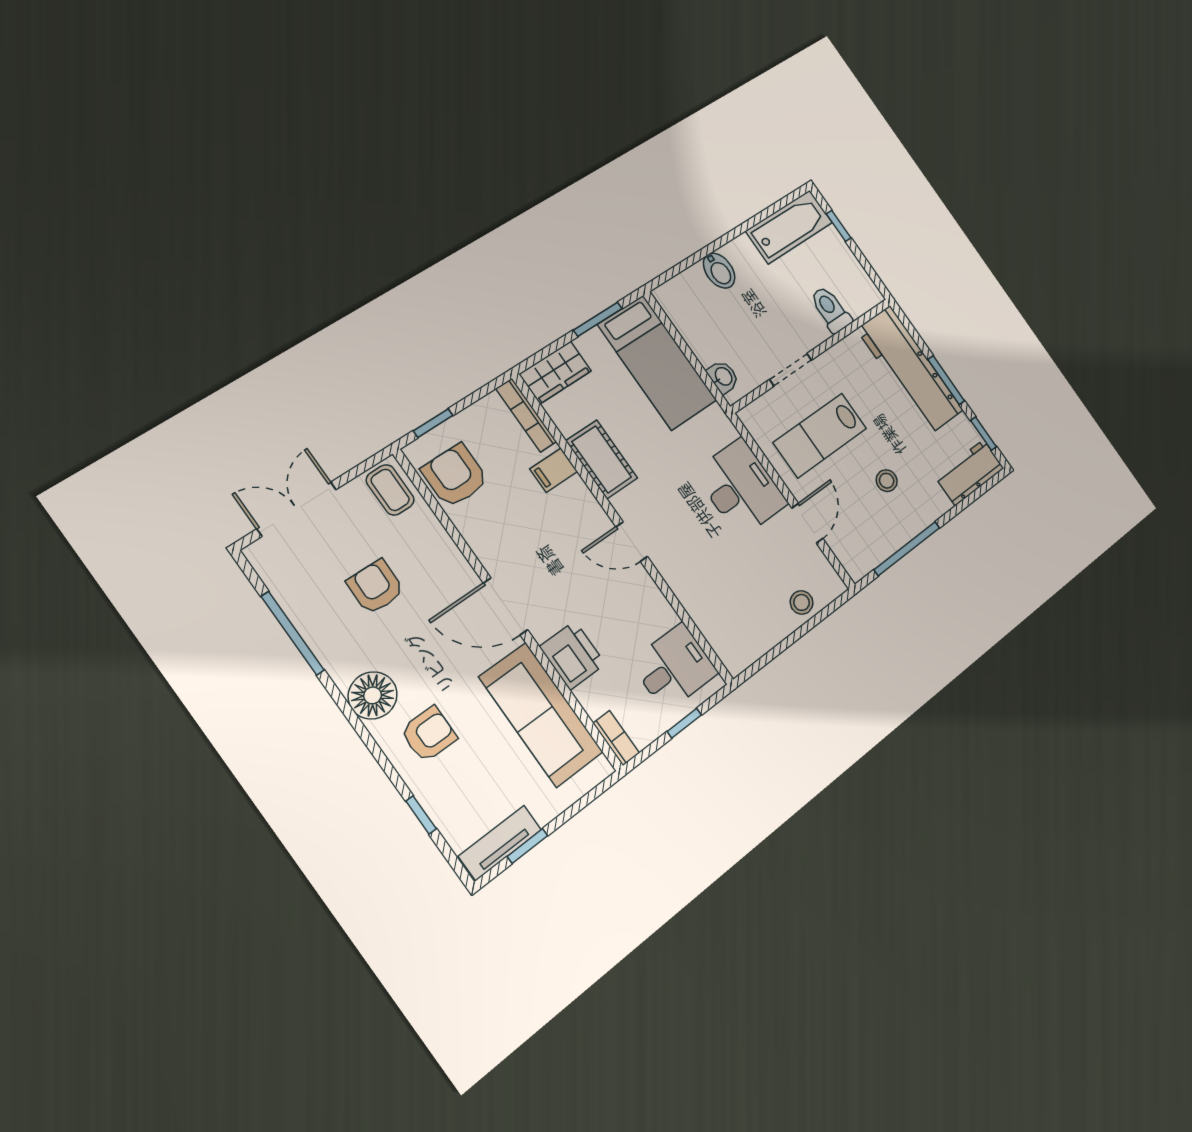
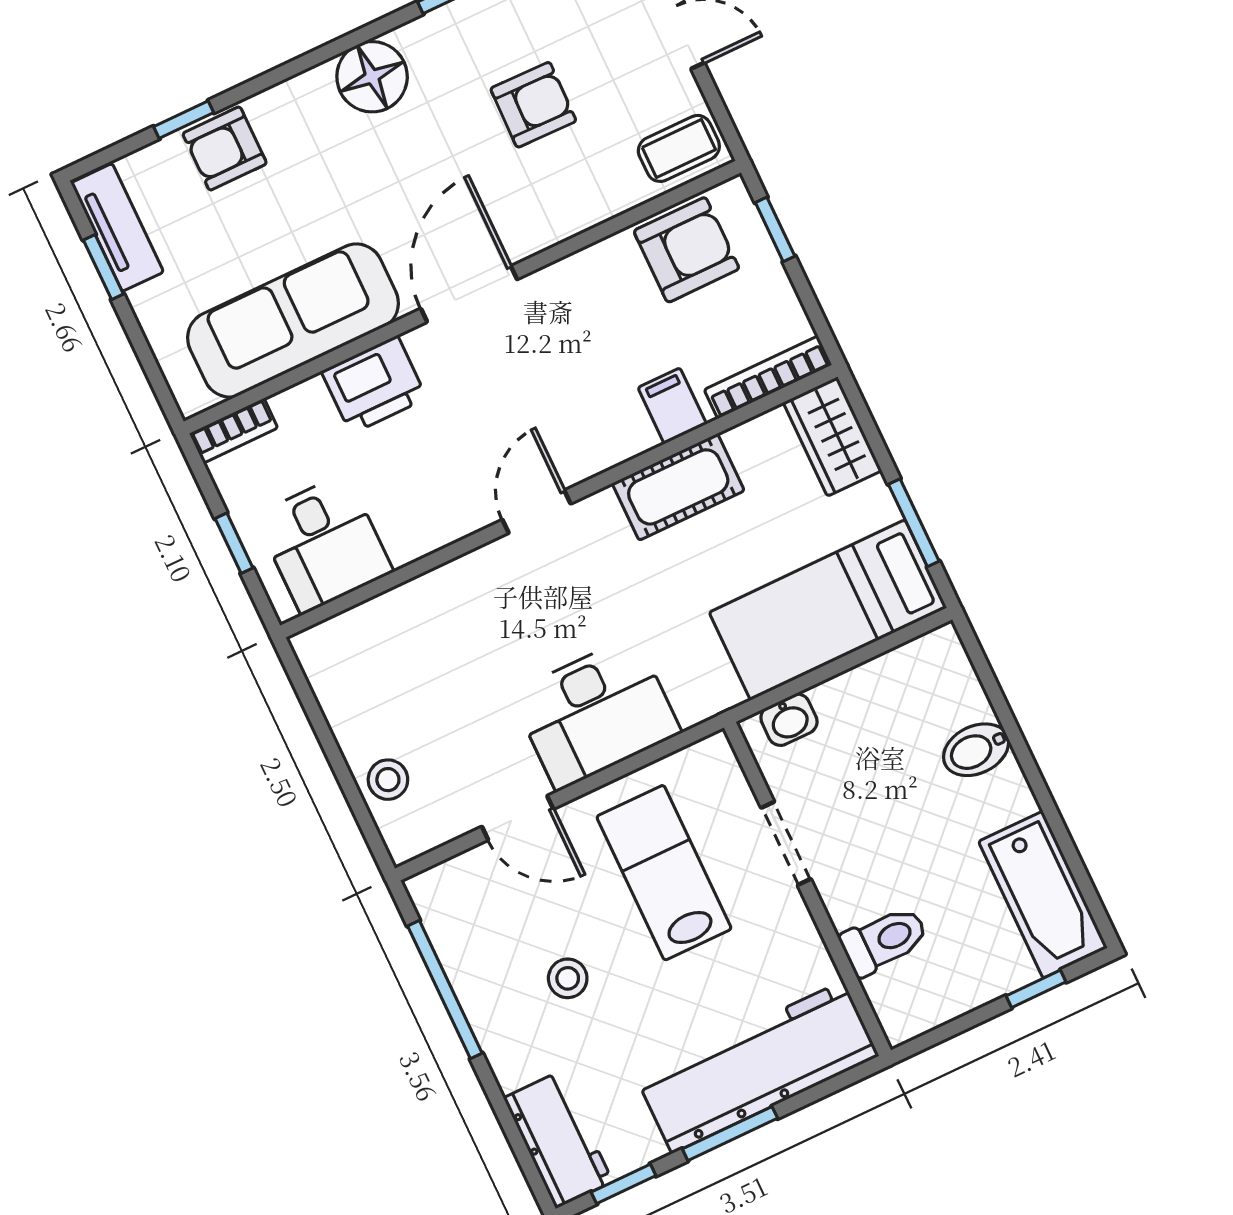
armchair: (429, 734) -> (225, 148), moved, turned 90

